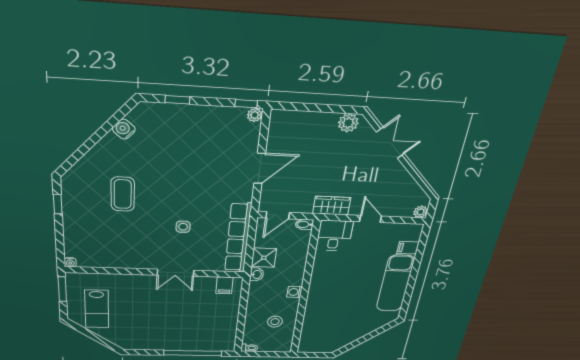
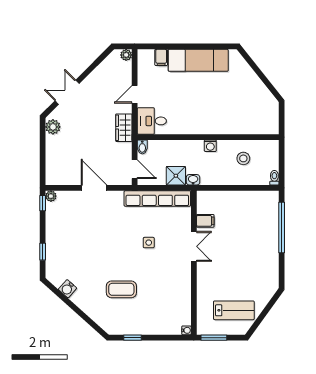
filing cabinet: (225, 285) -> (205, 221), moved

